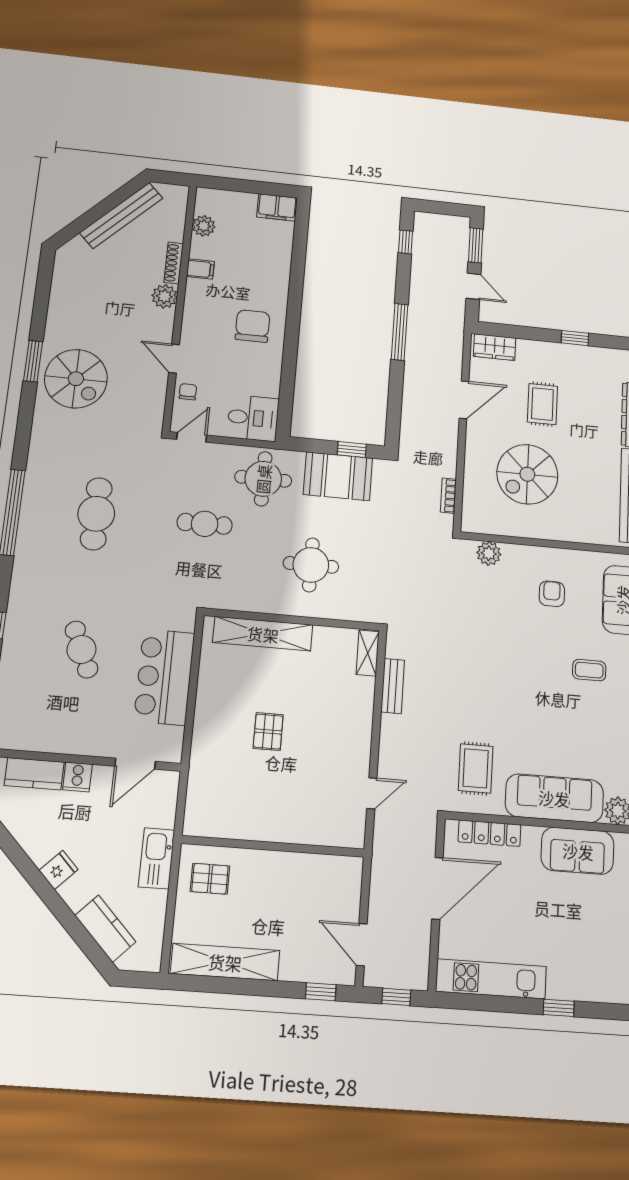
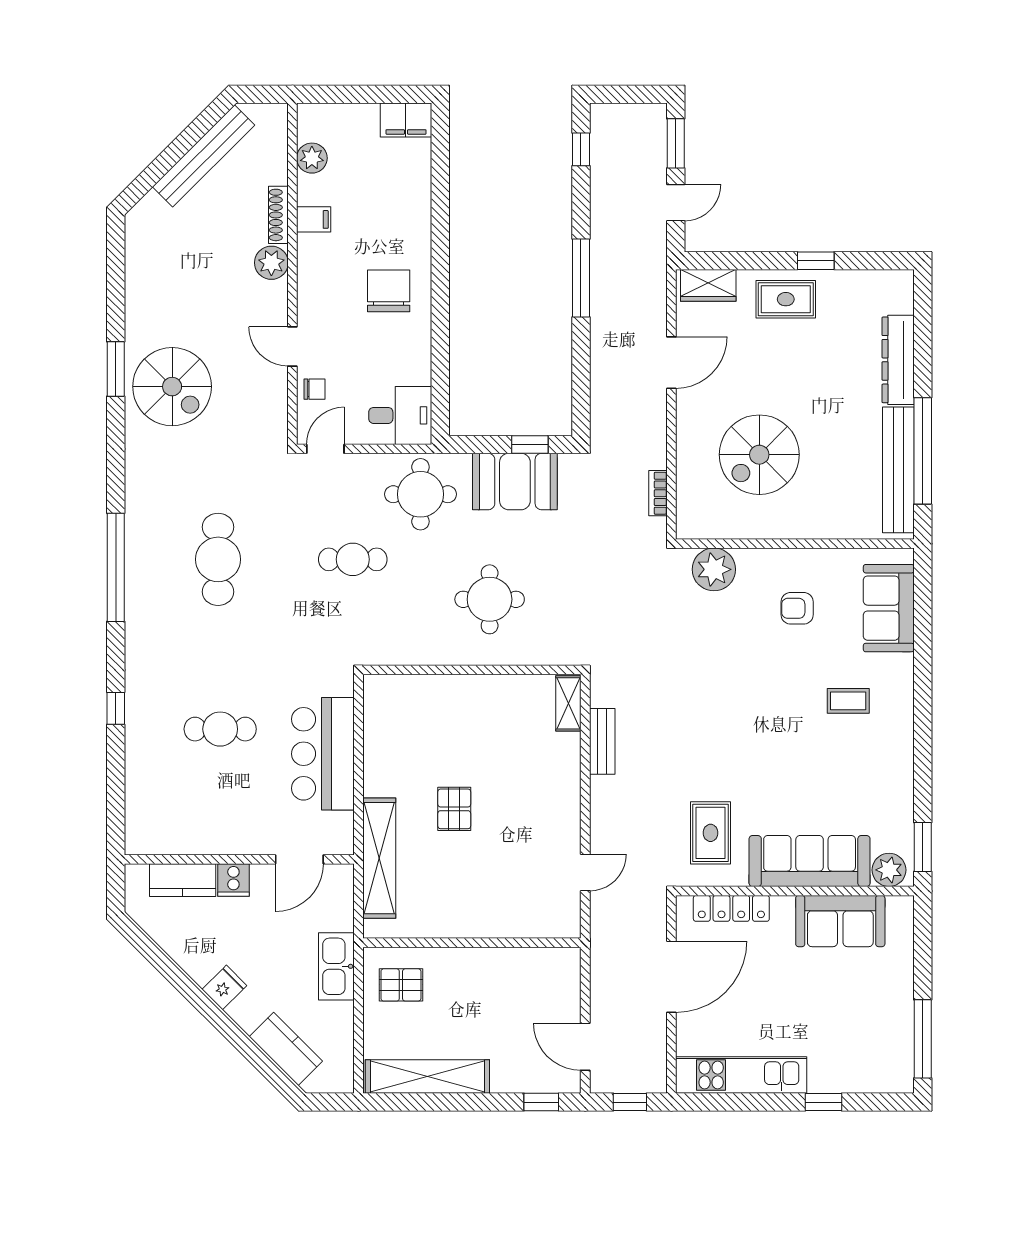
door: (473, 286) -> (676, 203), hinge flipped
chair: (188, 392) -> (315, 389), turned 90
rug: (542, 404) -> (786, 299), moved, turned 90
plant: (489, 553) -> (714, 569), width x1.36, depth x1.36
armchair: (552, 594) -> (797, 608), turned -90
shelving: (263, 634) -> (379, 858), moved, turned 90
cafe table: (81, 649) -> (220, 729), turned -66

